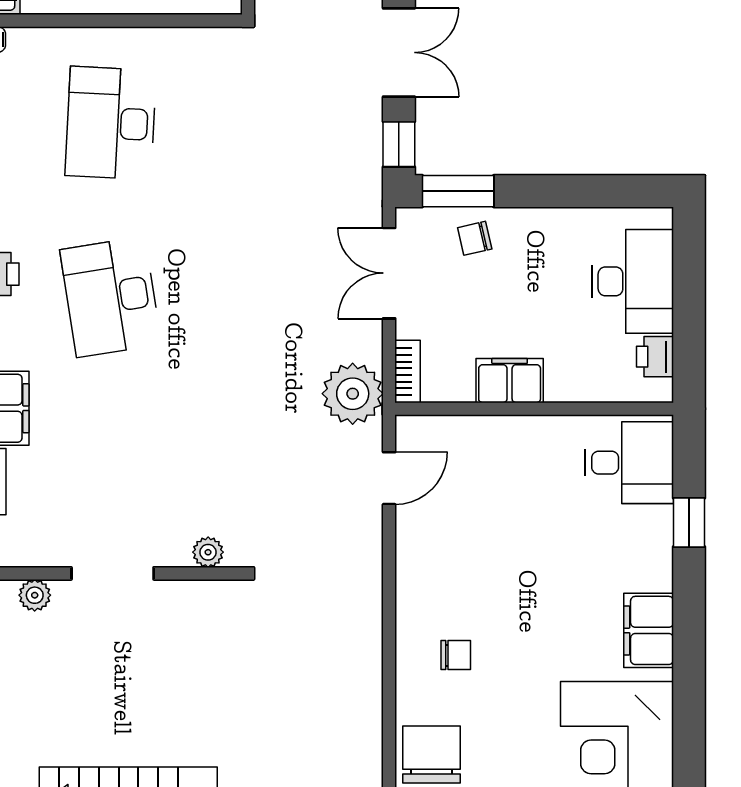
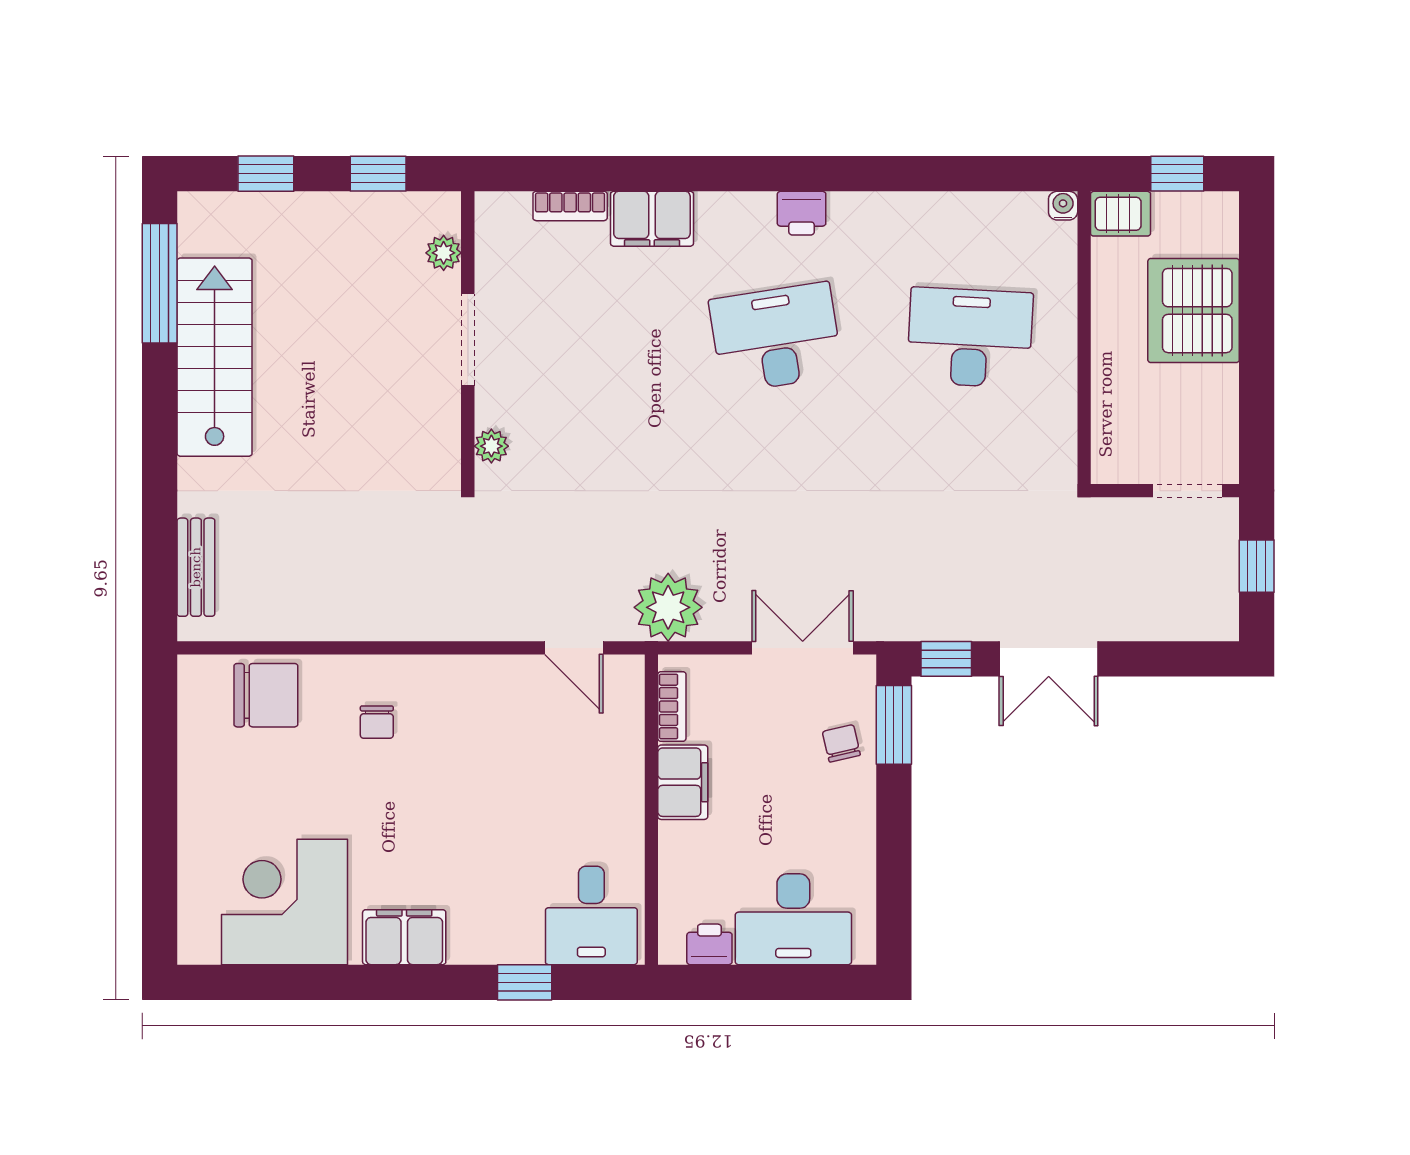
bookcase: (408, 372) -> (672, 706), moved, turned -90

